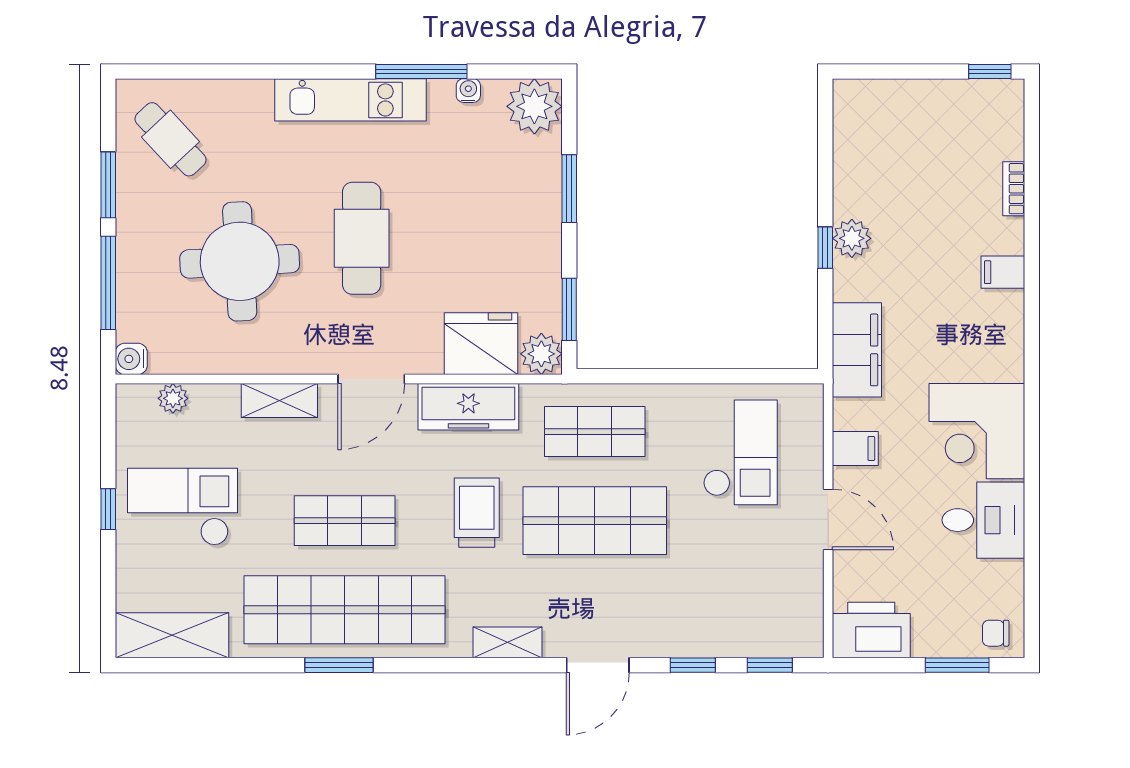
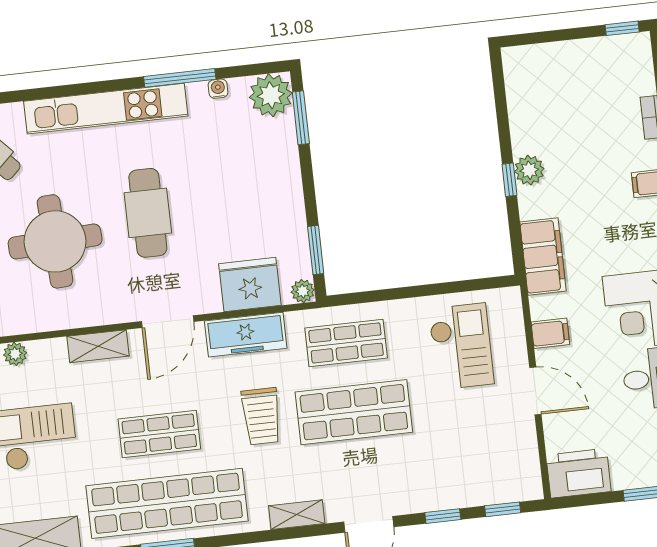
kitchen unit: (351, 100) -> (106, 109), width x1.36
window: (569, 189) -> (301, 118), moved
plant: (541, 354) -> (303, 291), width x0.73, depth x0.73
trolley: (477, 513) -> (261, 416), turned 180

